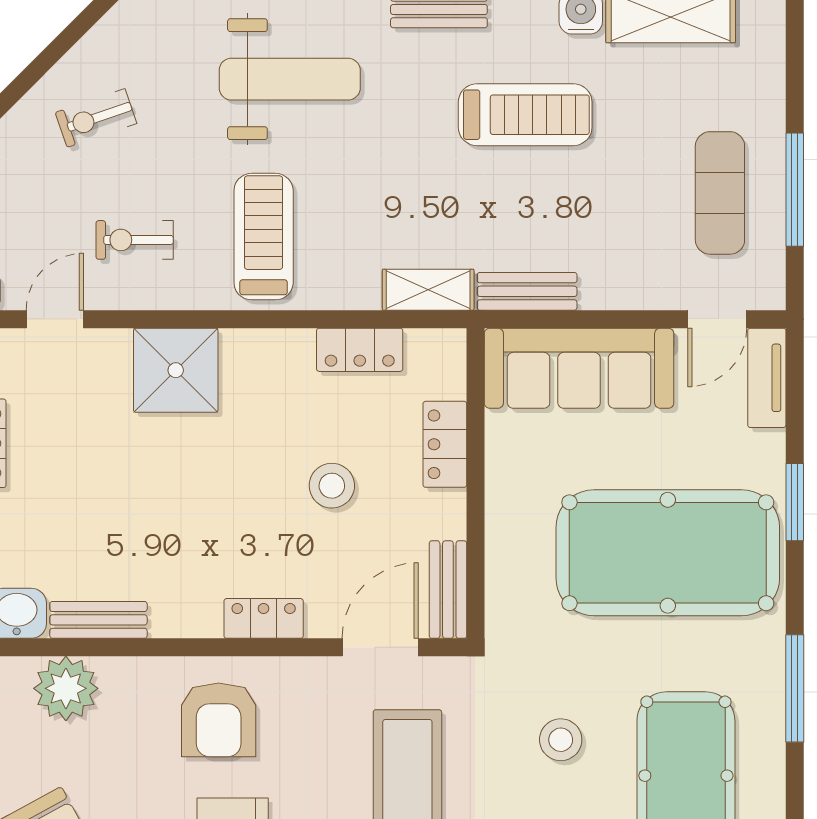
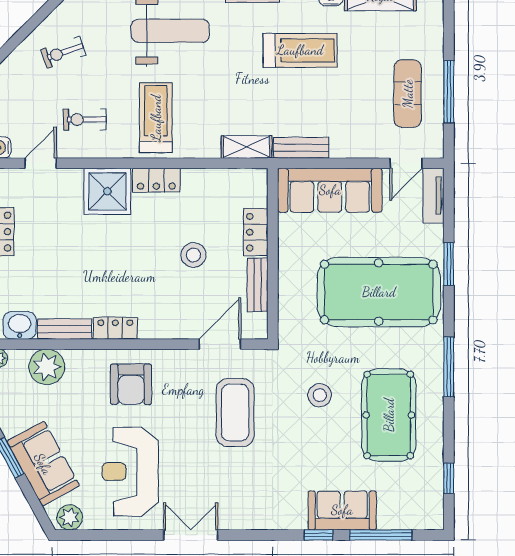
locker: (360, 350) -> (156, 180), moved
bench: (448, 590) -> (257, 285), moved
locker: (264, 618) -> (115, 328), moved

